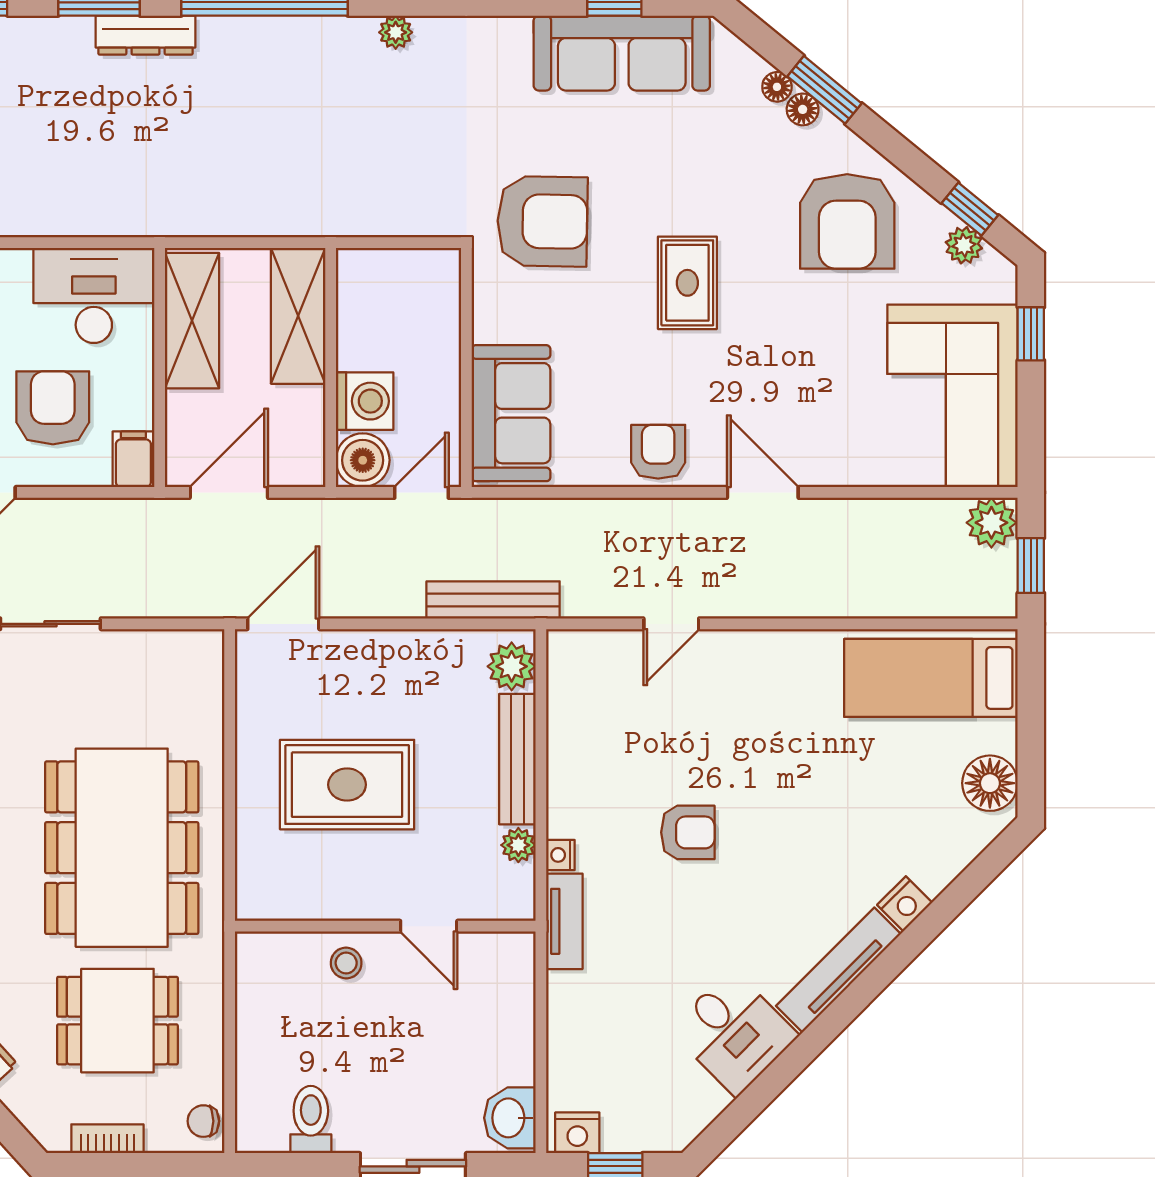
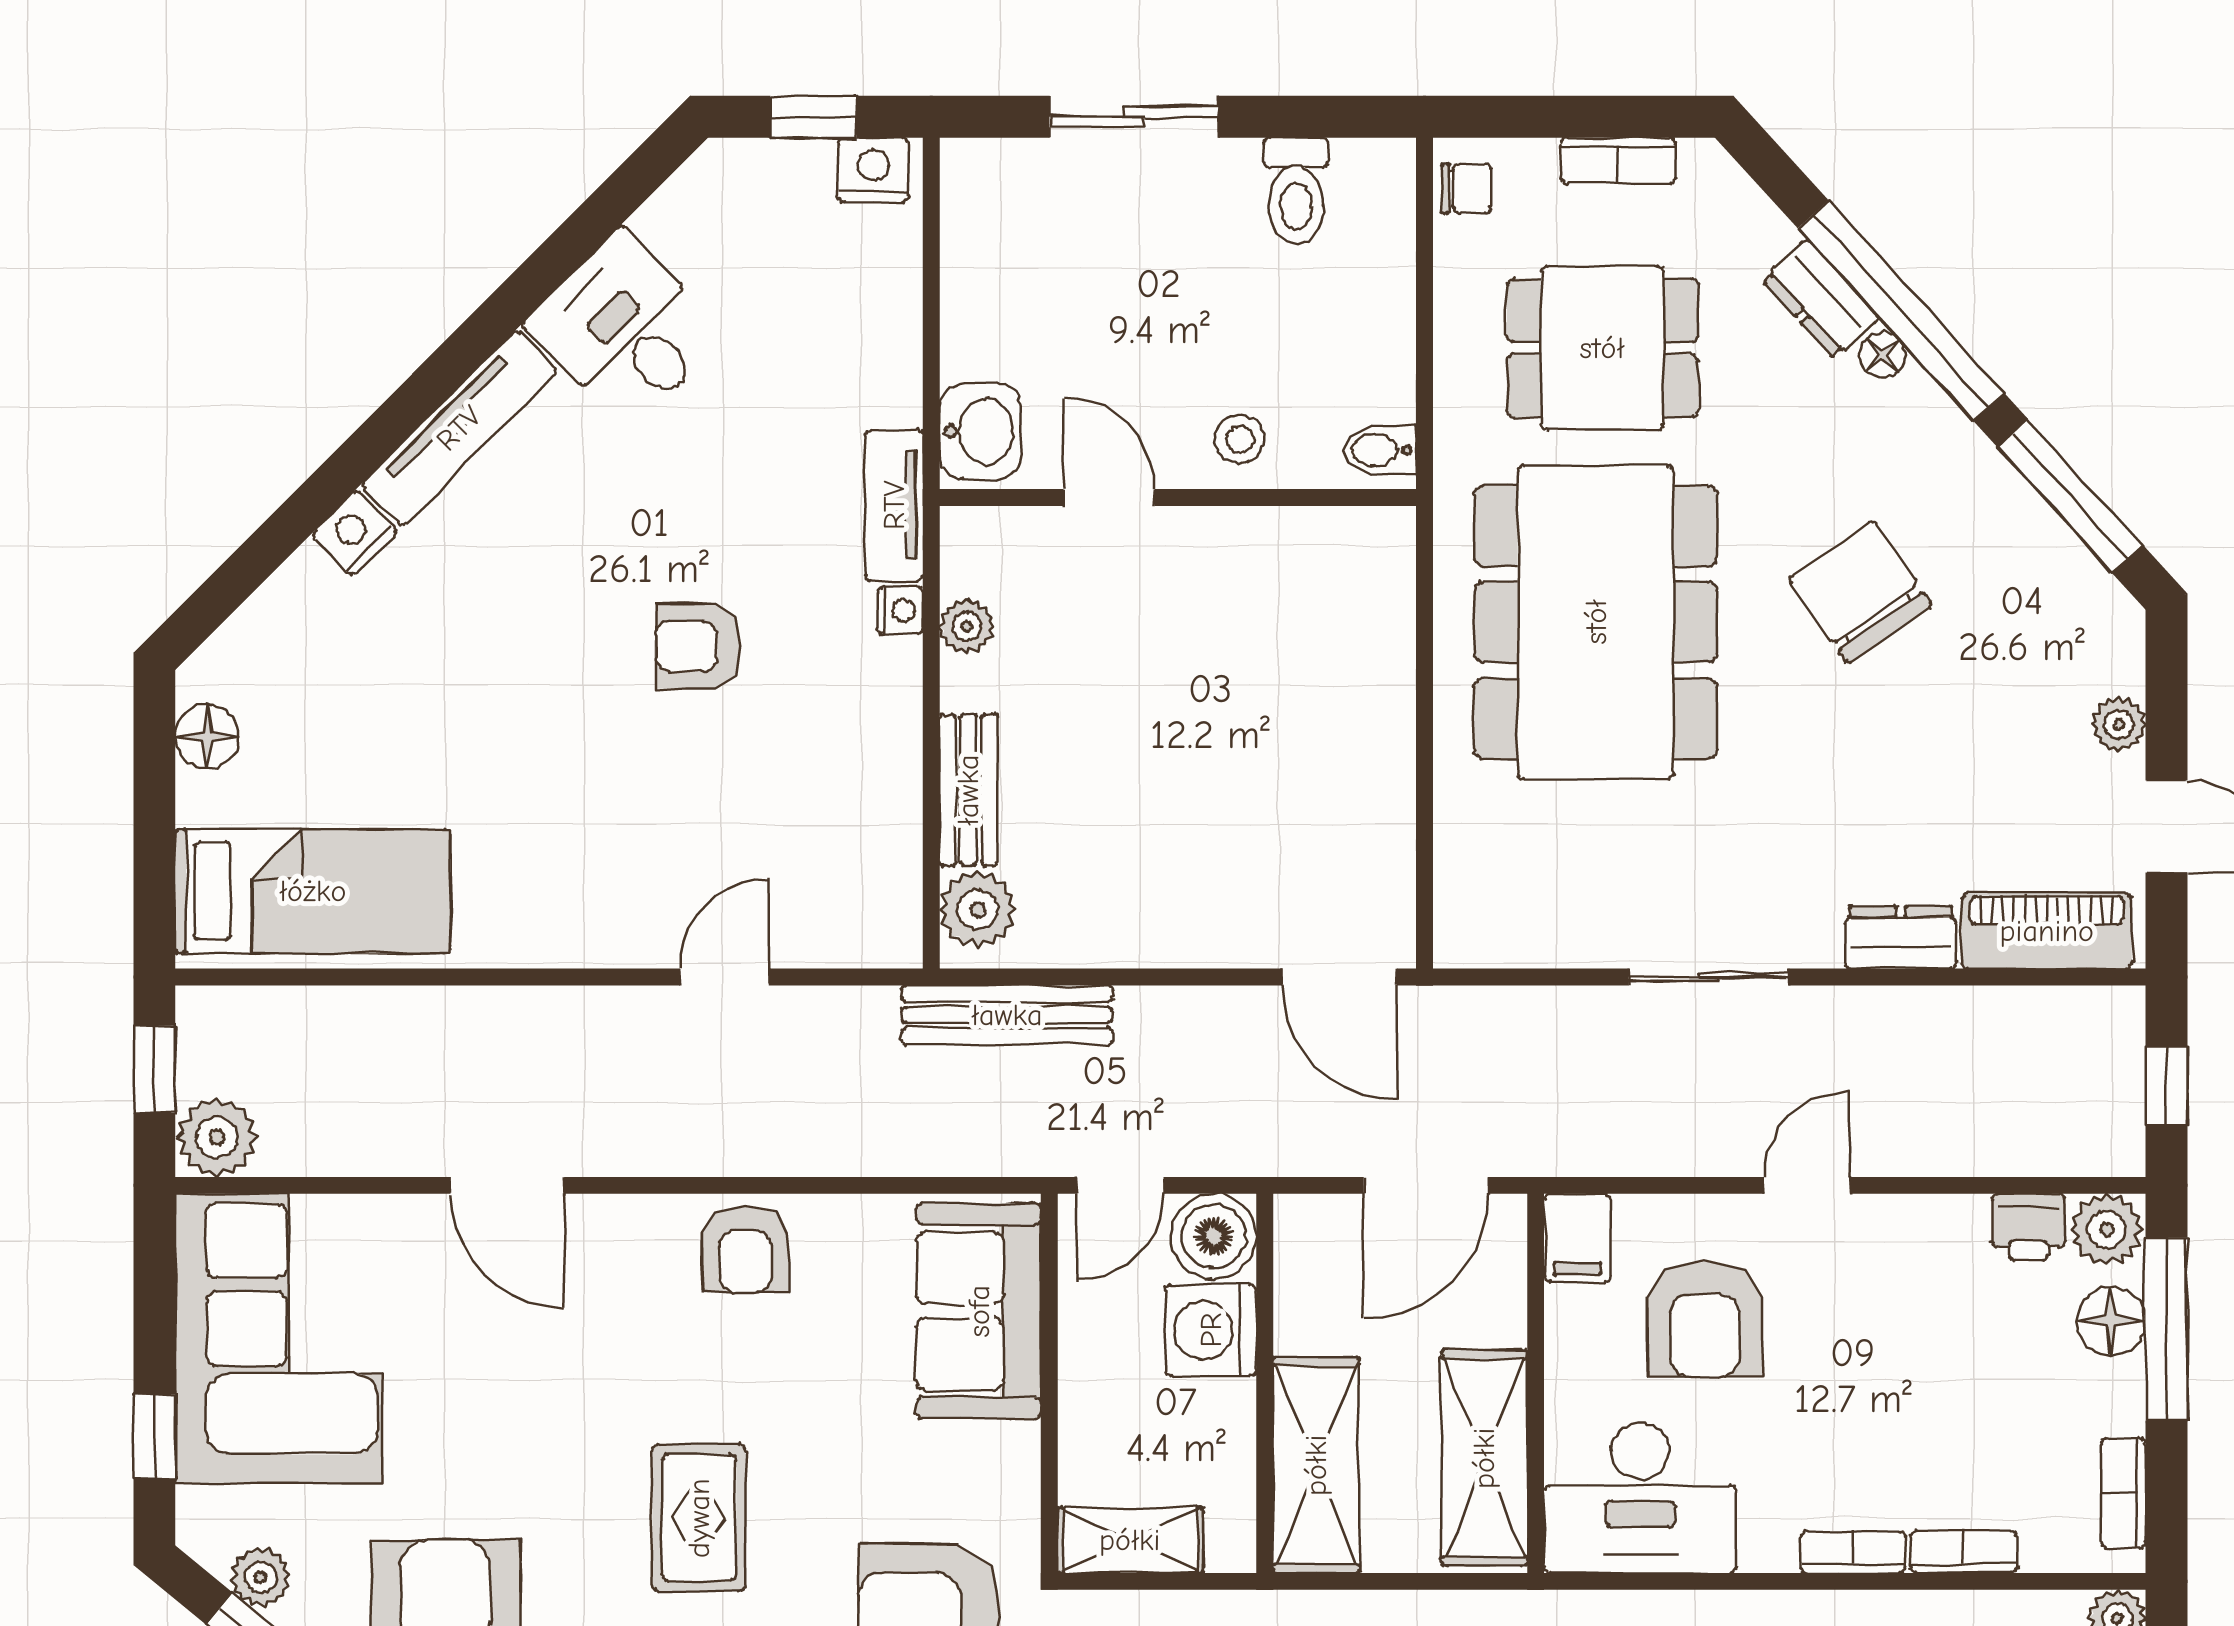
shelving: (415, 269) -> (1130, 1540), added
door: (763, 492) -> (507, 1185), moved
door: (283, 624) -> (1340, 977), hinge flipped
bench: (517, 759) -> (968, 790), width x0.73
floor lamp: (990, 783) -> (207, 736), width x0.73, depth x0.73
rug: (347, 785) -> (1238, 722), removed
bidet: (258, 956) -> (1380, 450), added
washbasin: (510, 1118) -> (980, 431), moved

